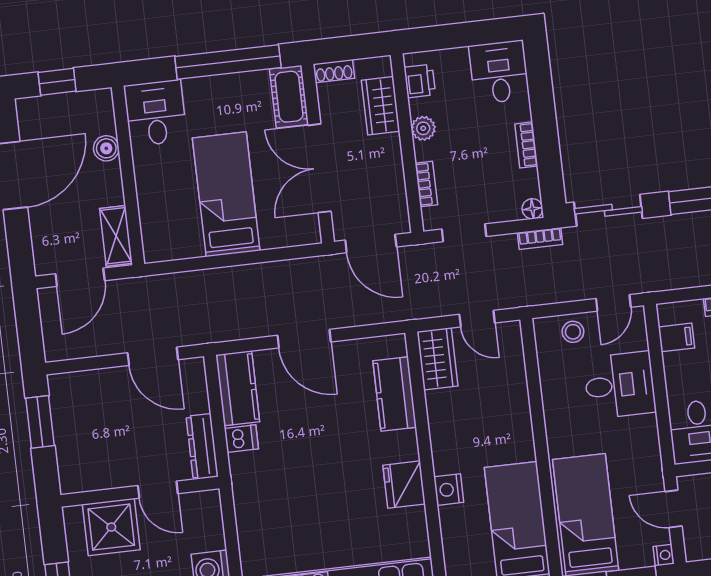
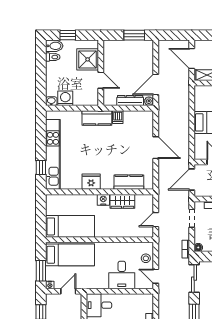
filing cabinet: (676, 337) -> (139, 301), removed
door: (304, 339) -> (156, 148), swing flipped
wardrobe: (437, 359) -> (122, 201), moved
plant: (195, 368) -> (149, 101), added
kitchen counter: (238, 388) -> (97, 118), moved
dresser: (202, 447) -> (130, 101), moved
door: (158, 490) -> (101, 80), swing flipped
nightstand: (449, 490) -> (103, 200), moved

